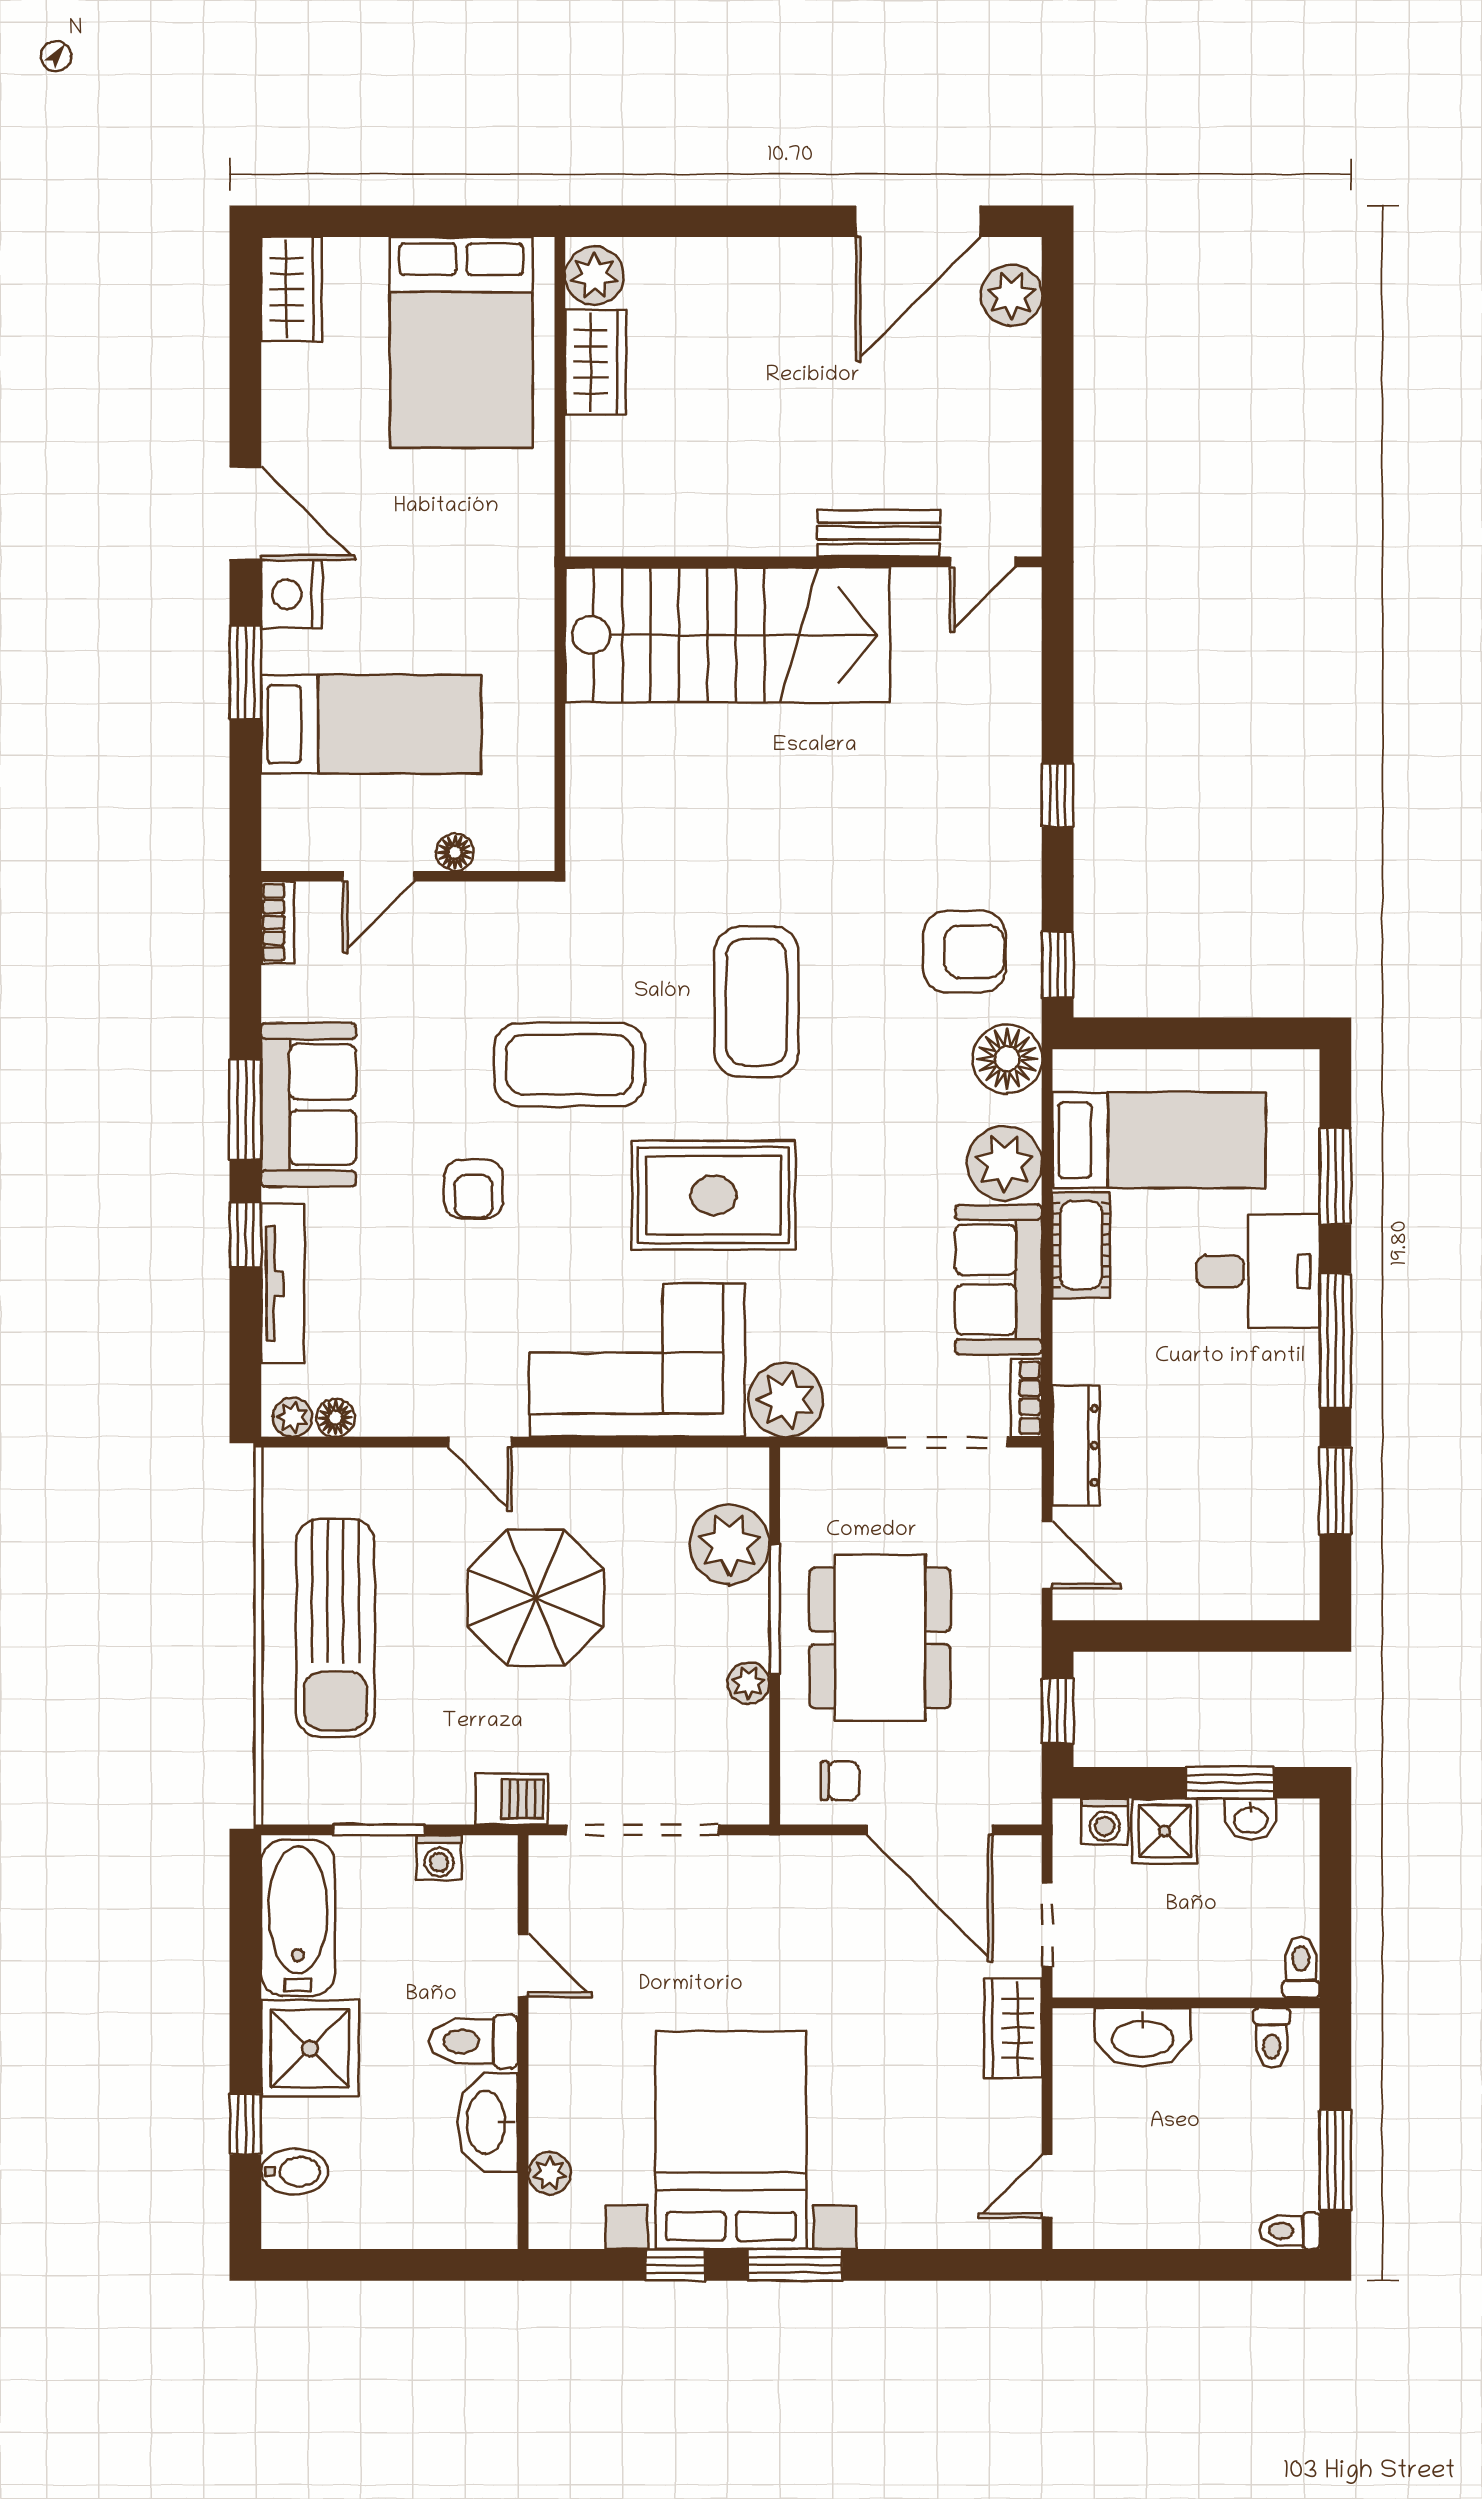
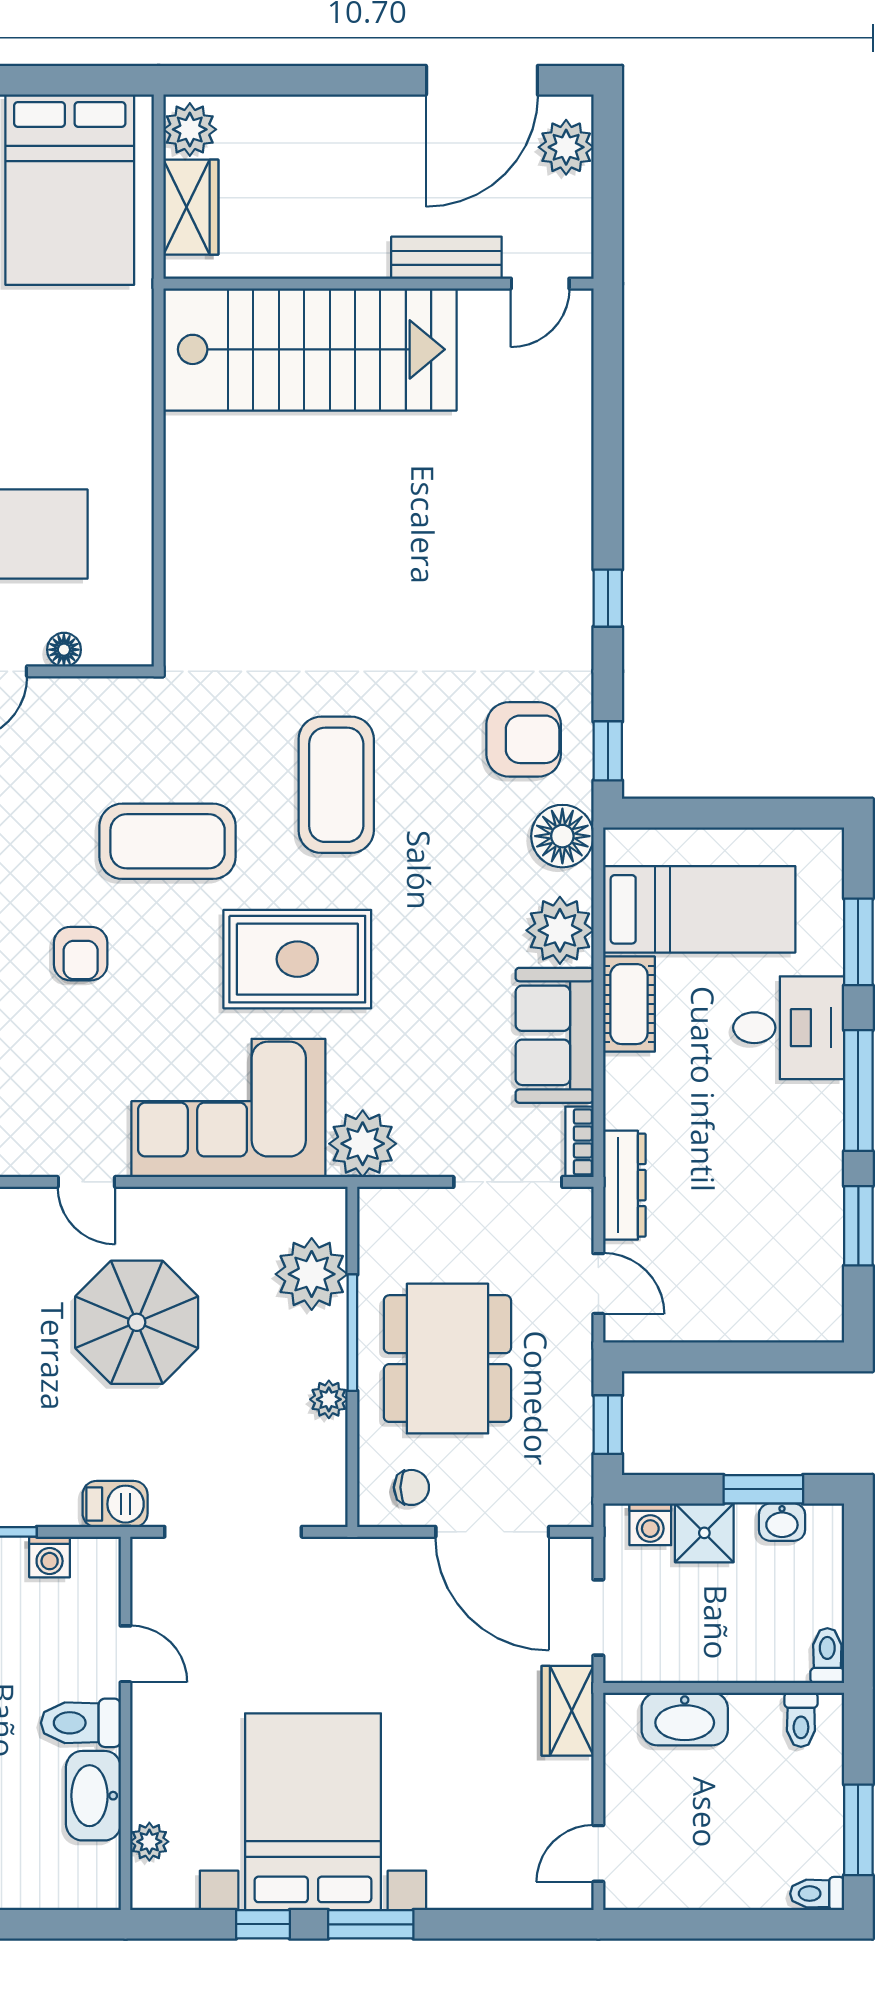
bench: (879, 533) -> (446, 258), moved
wall: (803, 562) -> (378, 284), moved
door: (983, 562) -> (540, 284), moved
stairs: (728, 635) -> (310, 349), moved

